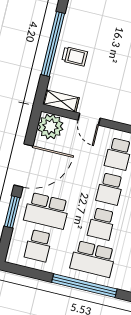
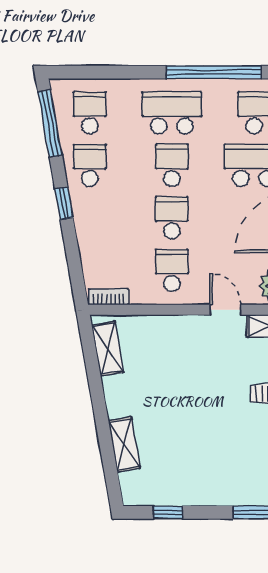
window: (84, 286) -> (214, 72), moved

